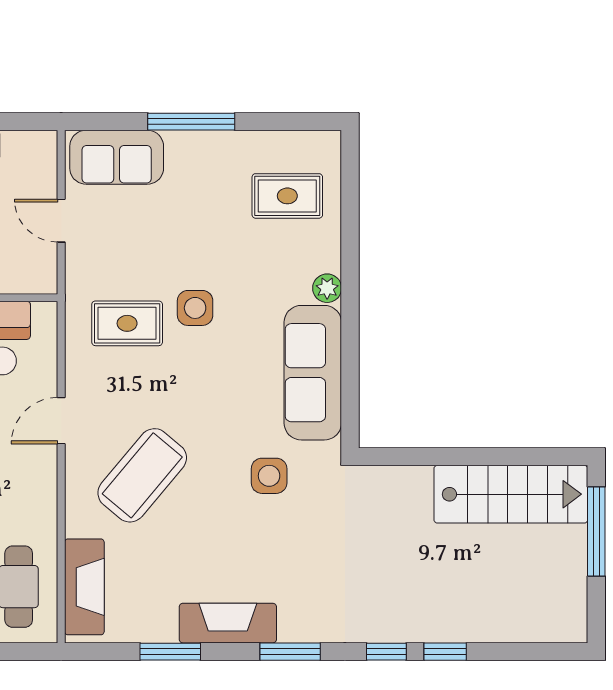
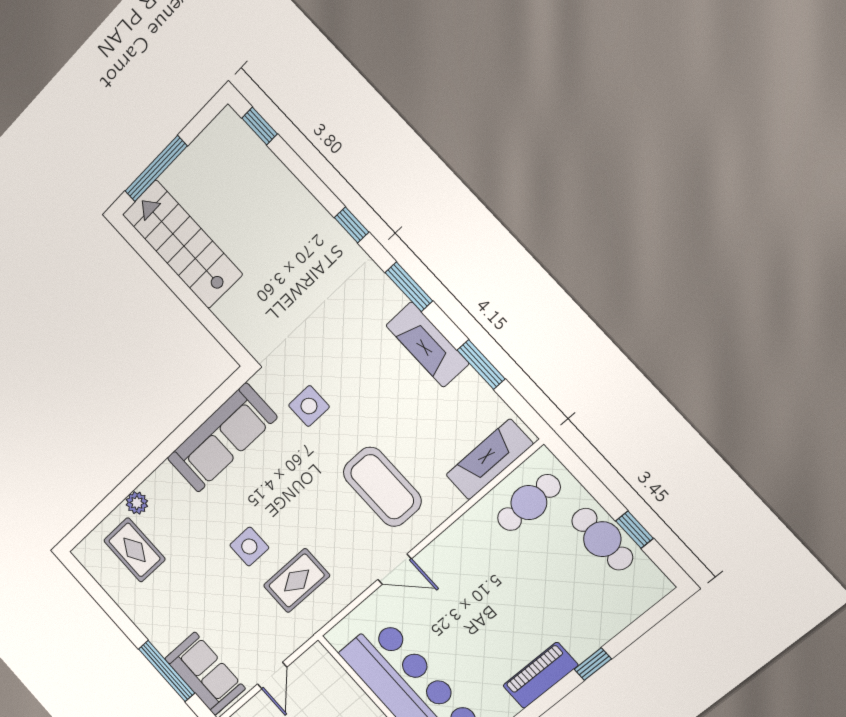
window: (191, 122) -> (167, 671), moved
plant: (327, 288) -> (137, 503), moved
rug: (127, 323) -> (297, 581), turned 90
coffee table: (142, 475) -> (382, 487), turned 50
window: (445, 652) -> (260, 126), moved

